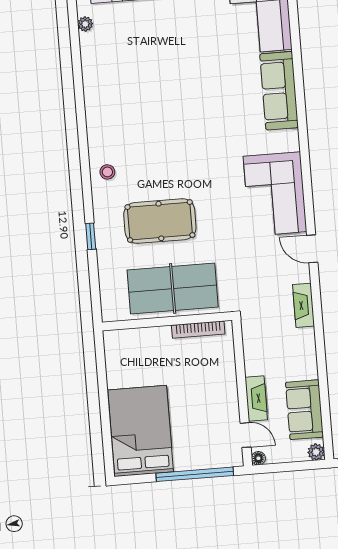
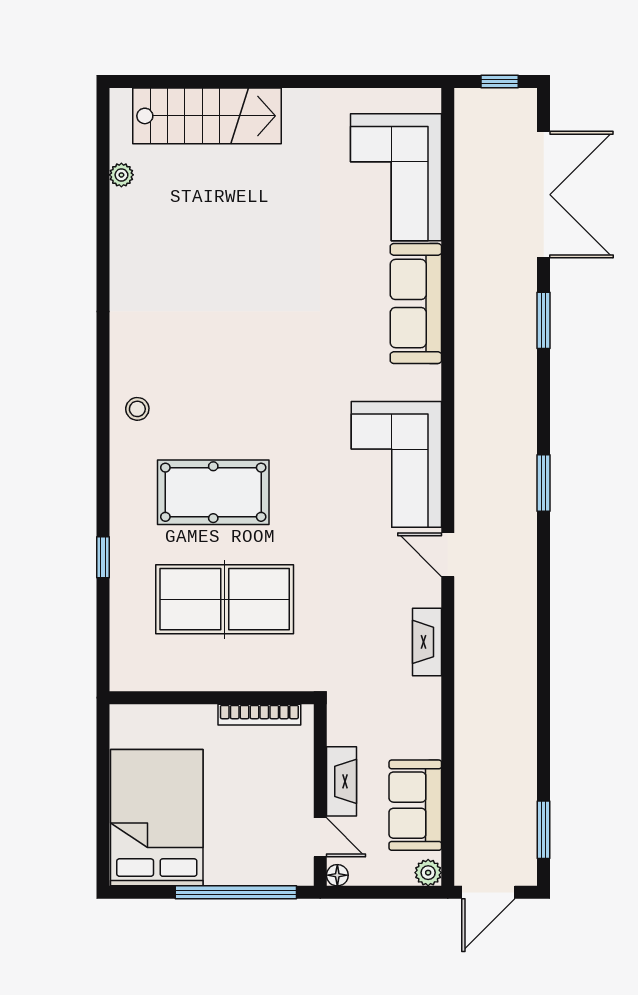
window: (91, 236) -> (103, 557), moved
wall: (167, 321) -> (212, 698), moved
bookcase: (198, 330) -> (259, 715), moved

